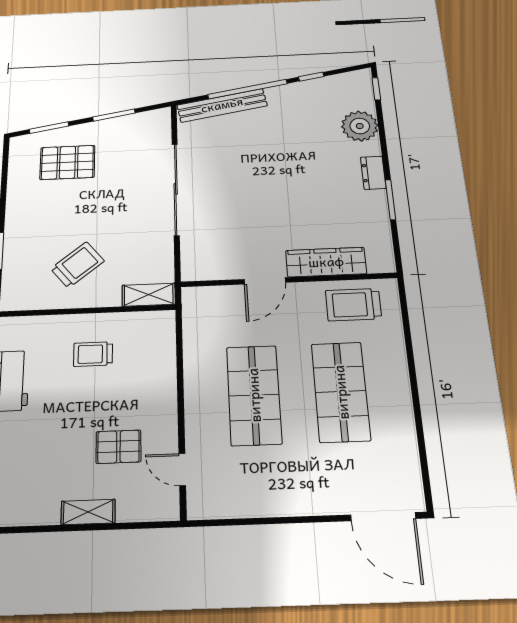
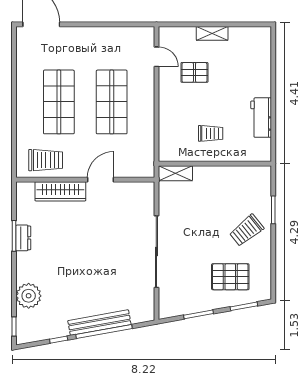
bench: (222, 105) -> (99, 323), moved
dresser: (373, 173) -> (23, 238), moved
trolley: (77, 265) -> (246, 230), moved

